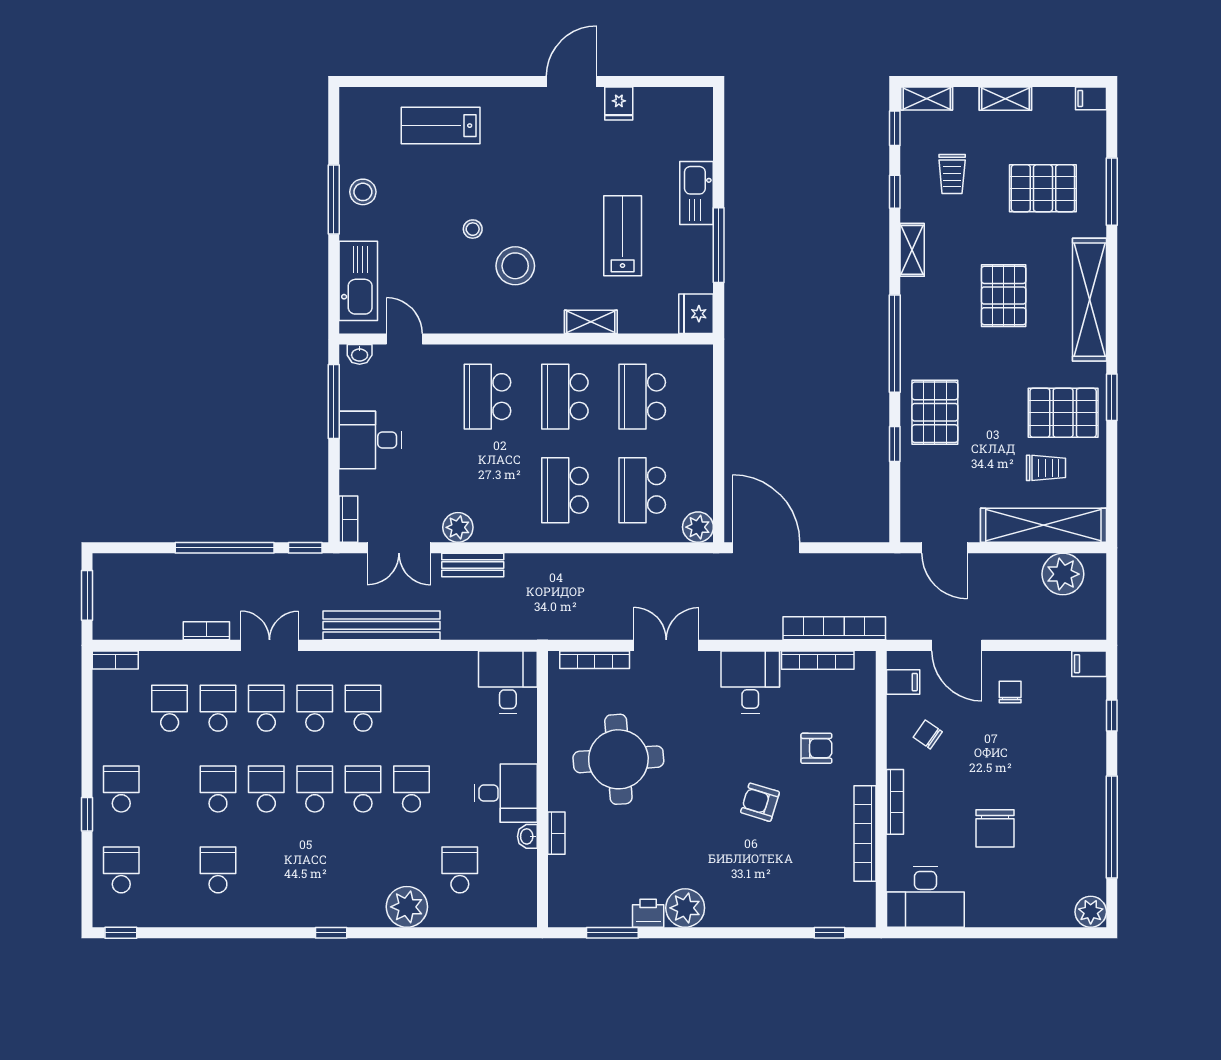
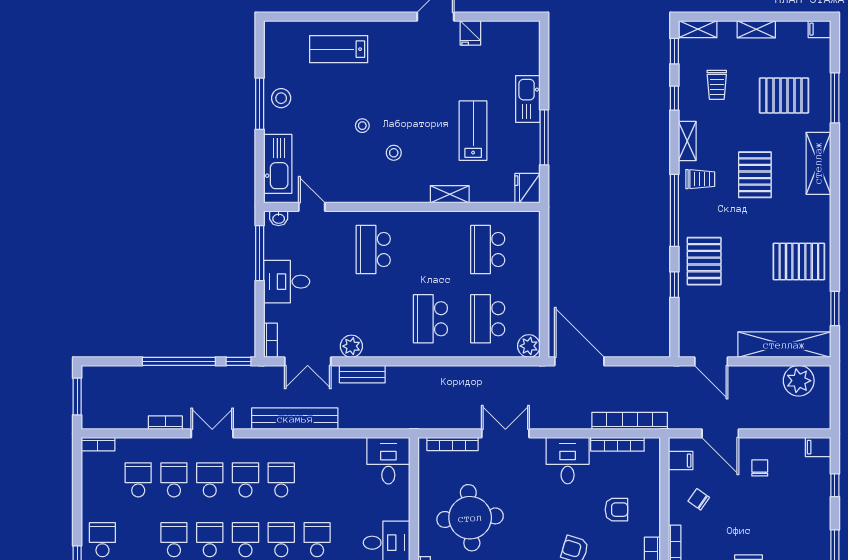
stool: (515, 266) -> (394, 153), width x0.53, depth x0.53
shelving: (1090, 300) -> (818, 163), width x0.68
school desk: (565, 397) -> (430, 250), removed
window: (1112, 397) -> (835, 309), moved
trolley: (1046, 468) -> (700, 179), moved

